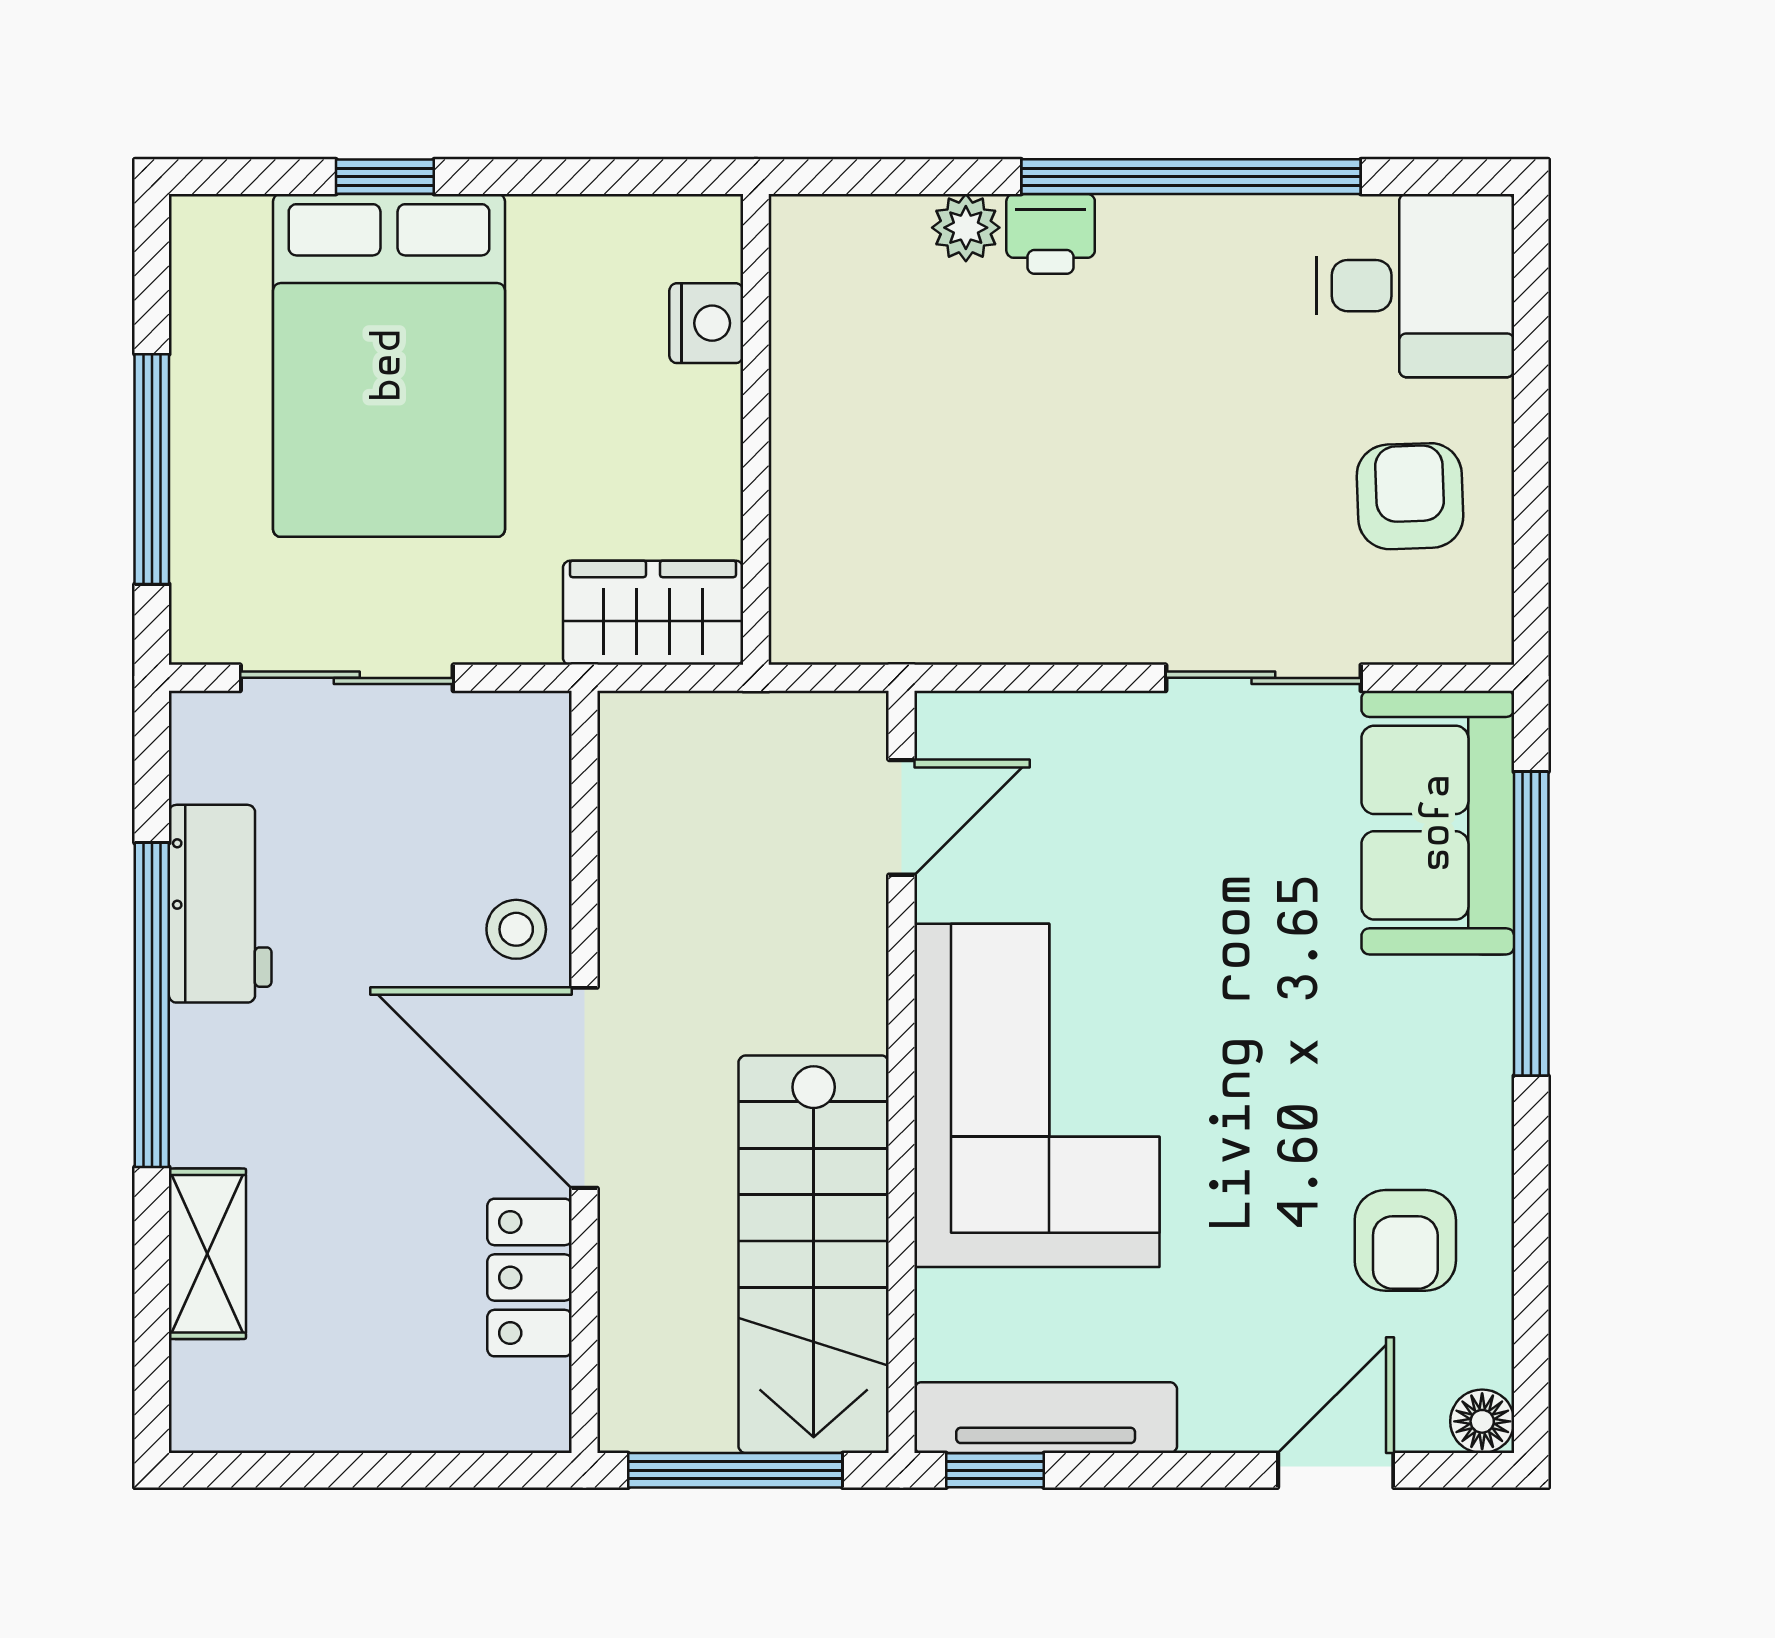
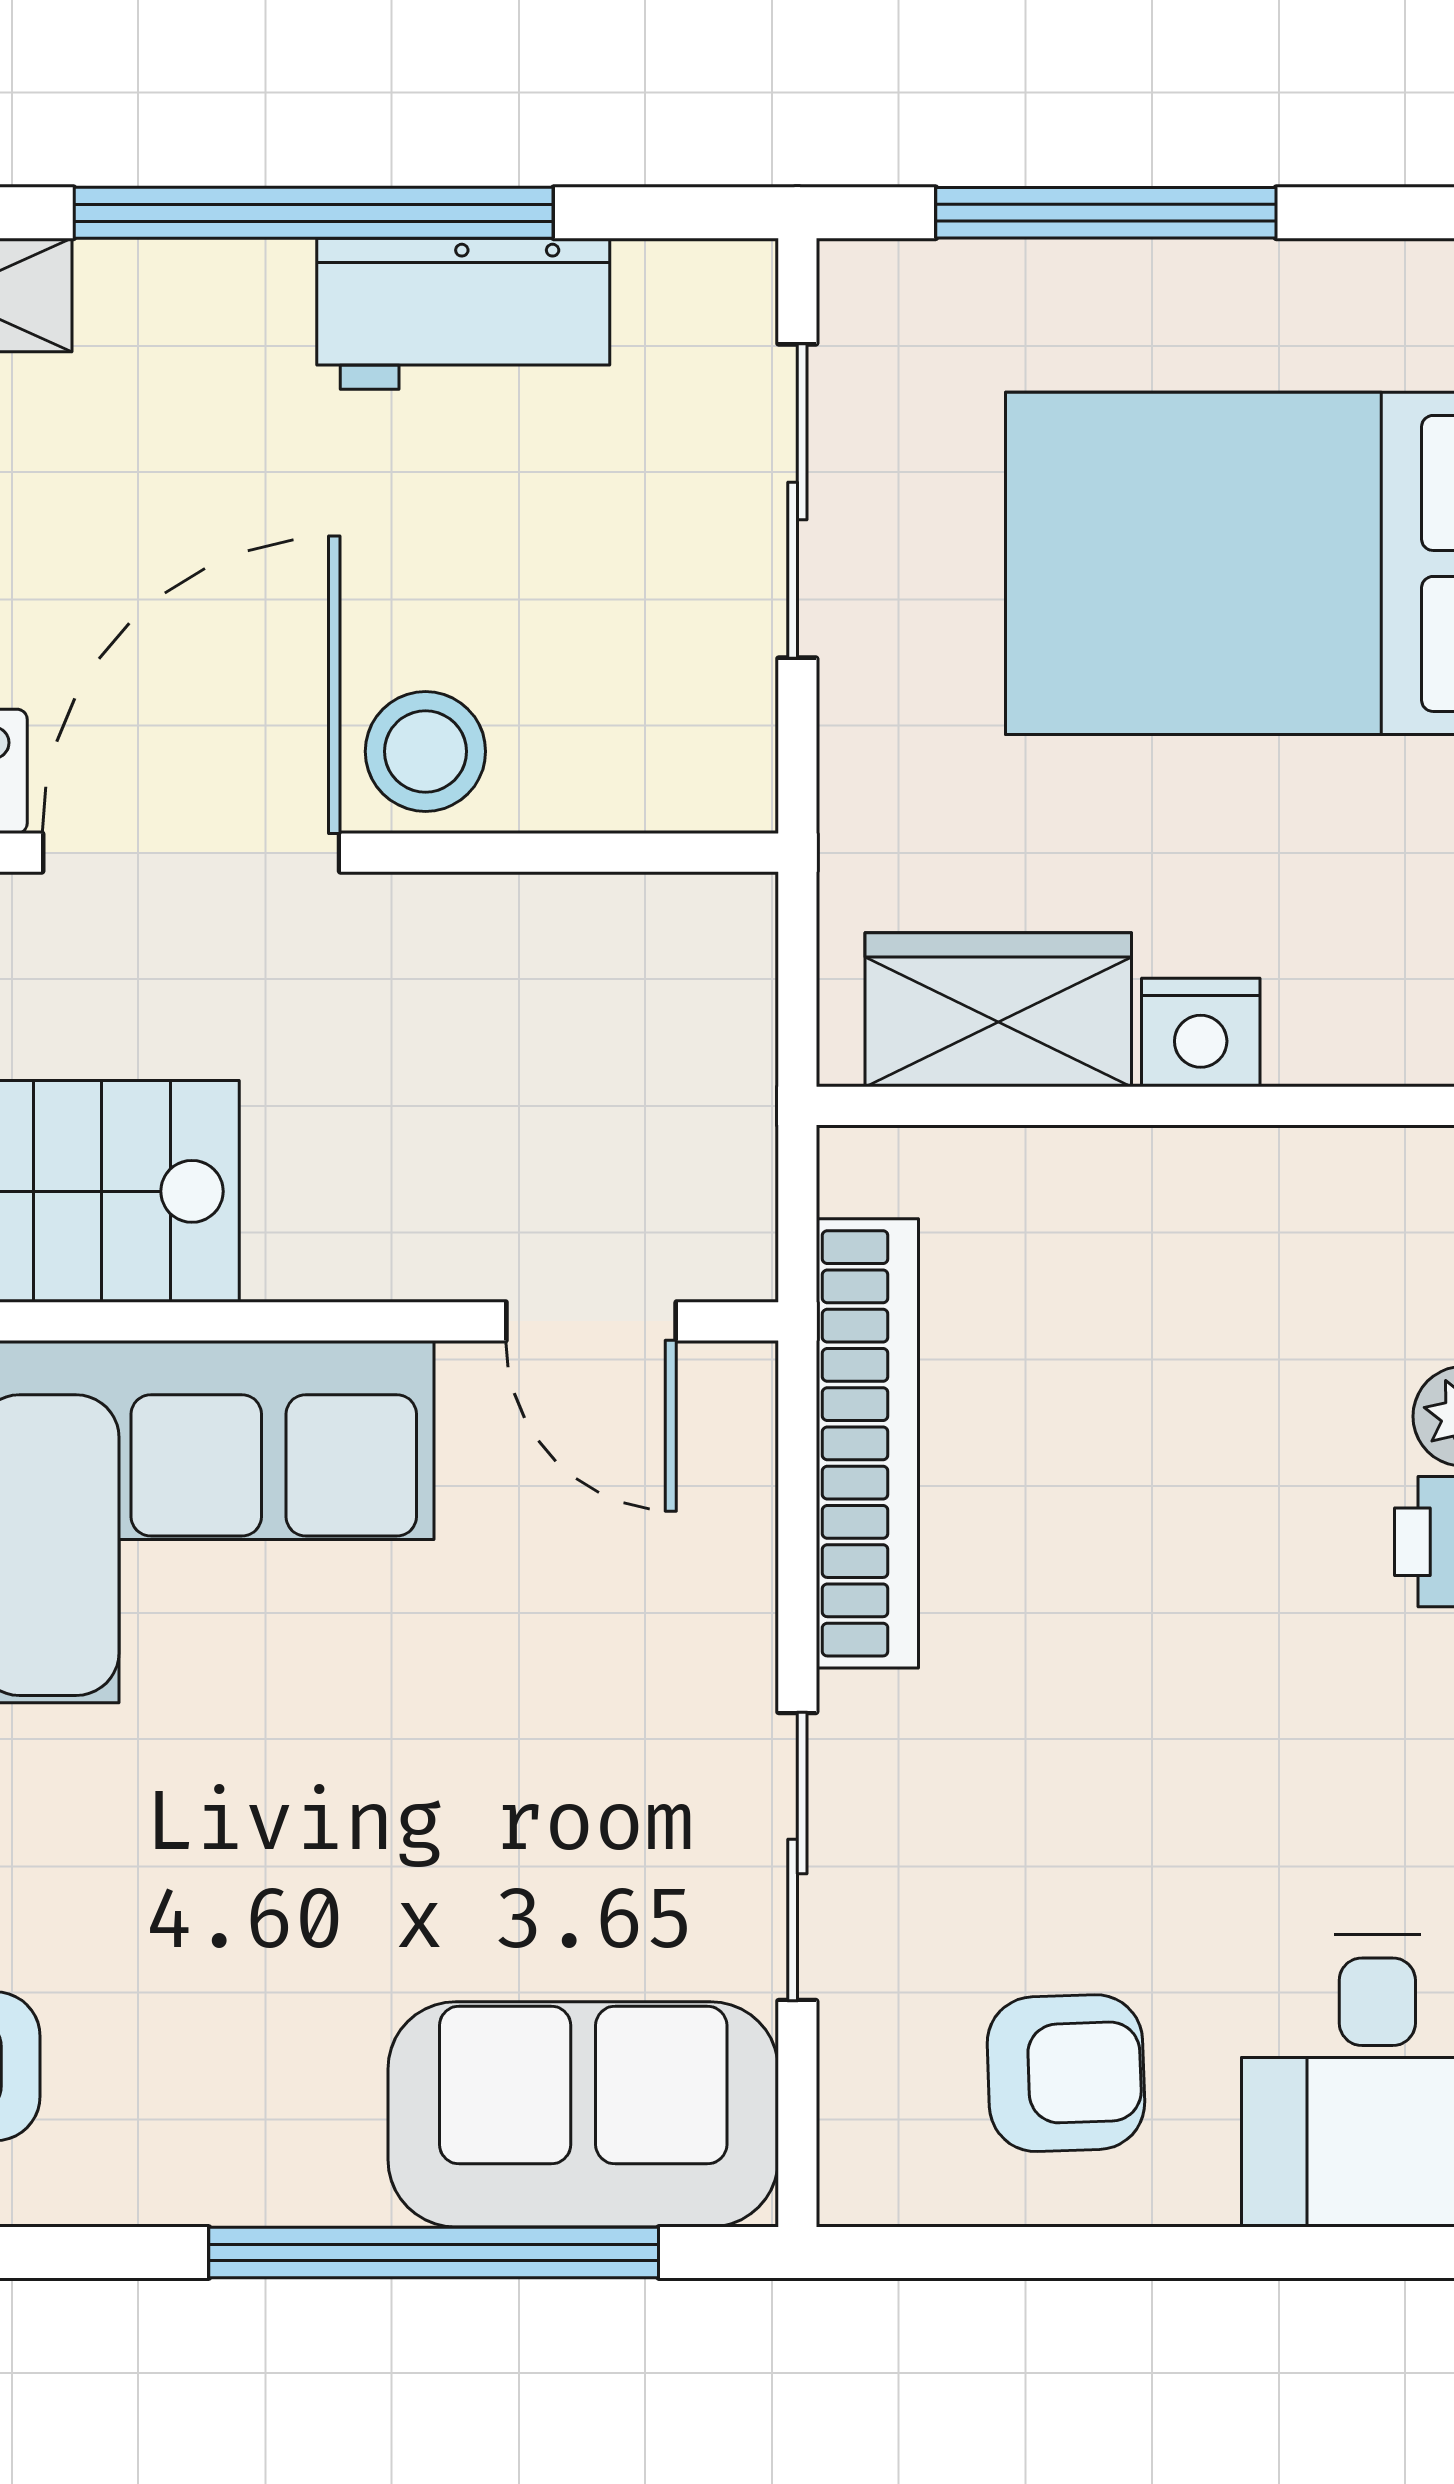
nightstand: (706, 323) -> (1201, 1033), moved
wardrobe: (653, 613) -> (998, 1010), moved, turned -90
bookcase: (984, 630) -> (867, 1443), added
stool: (516, 929) -> (425, 751), width x1.37, depth x1.37

